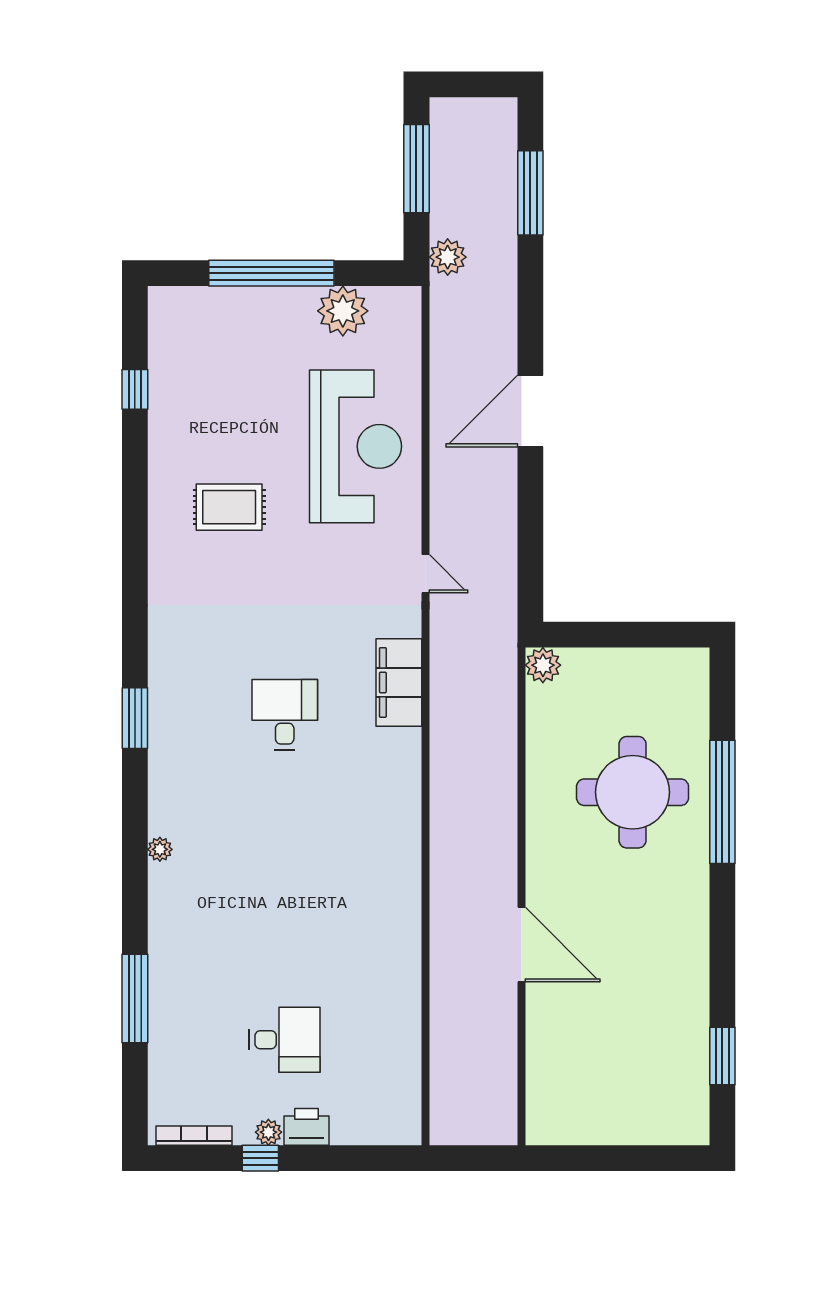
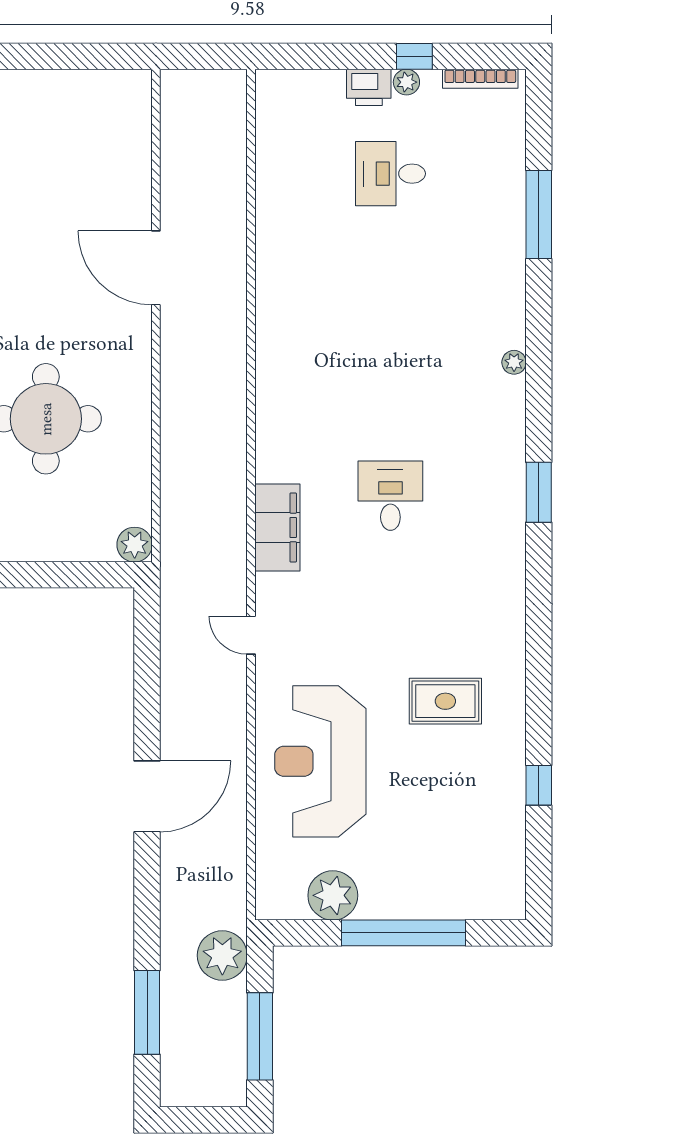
plant: (448, 257) -> (222, 955), width x1.36, depth x1.36
window: (135, 389) -> (539, 785), moved
desk: (285, 715) -> (390, 496), turned 180

